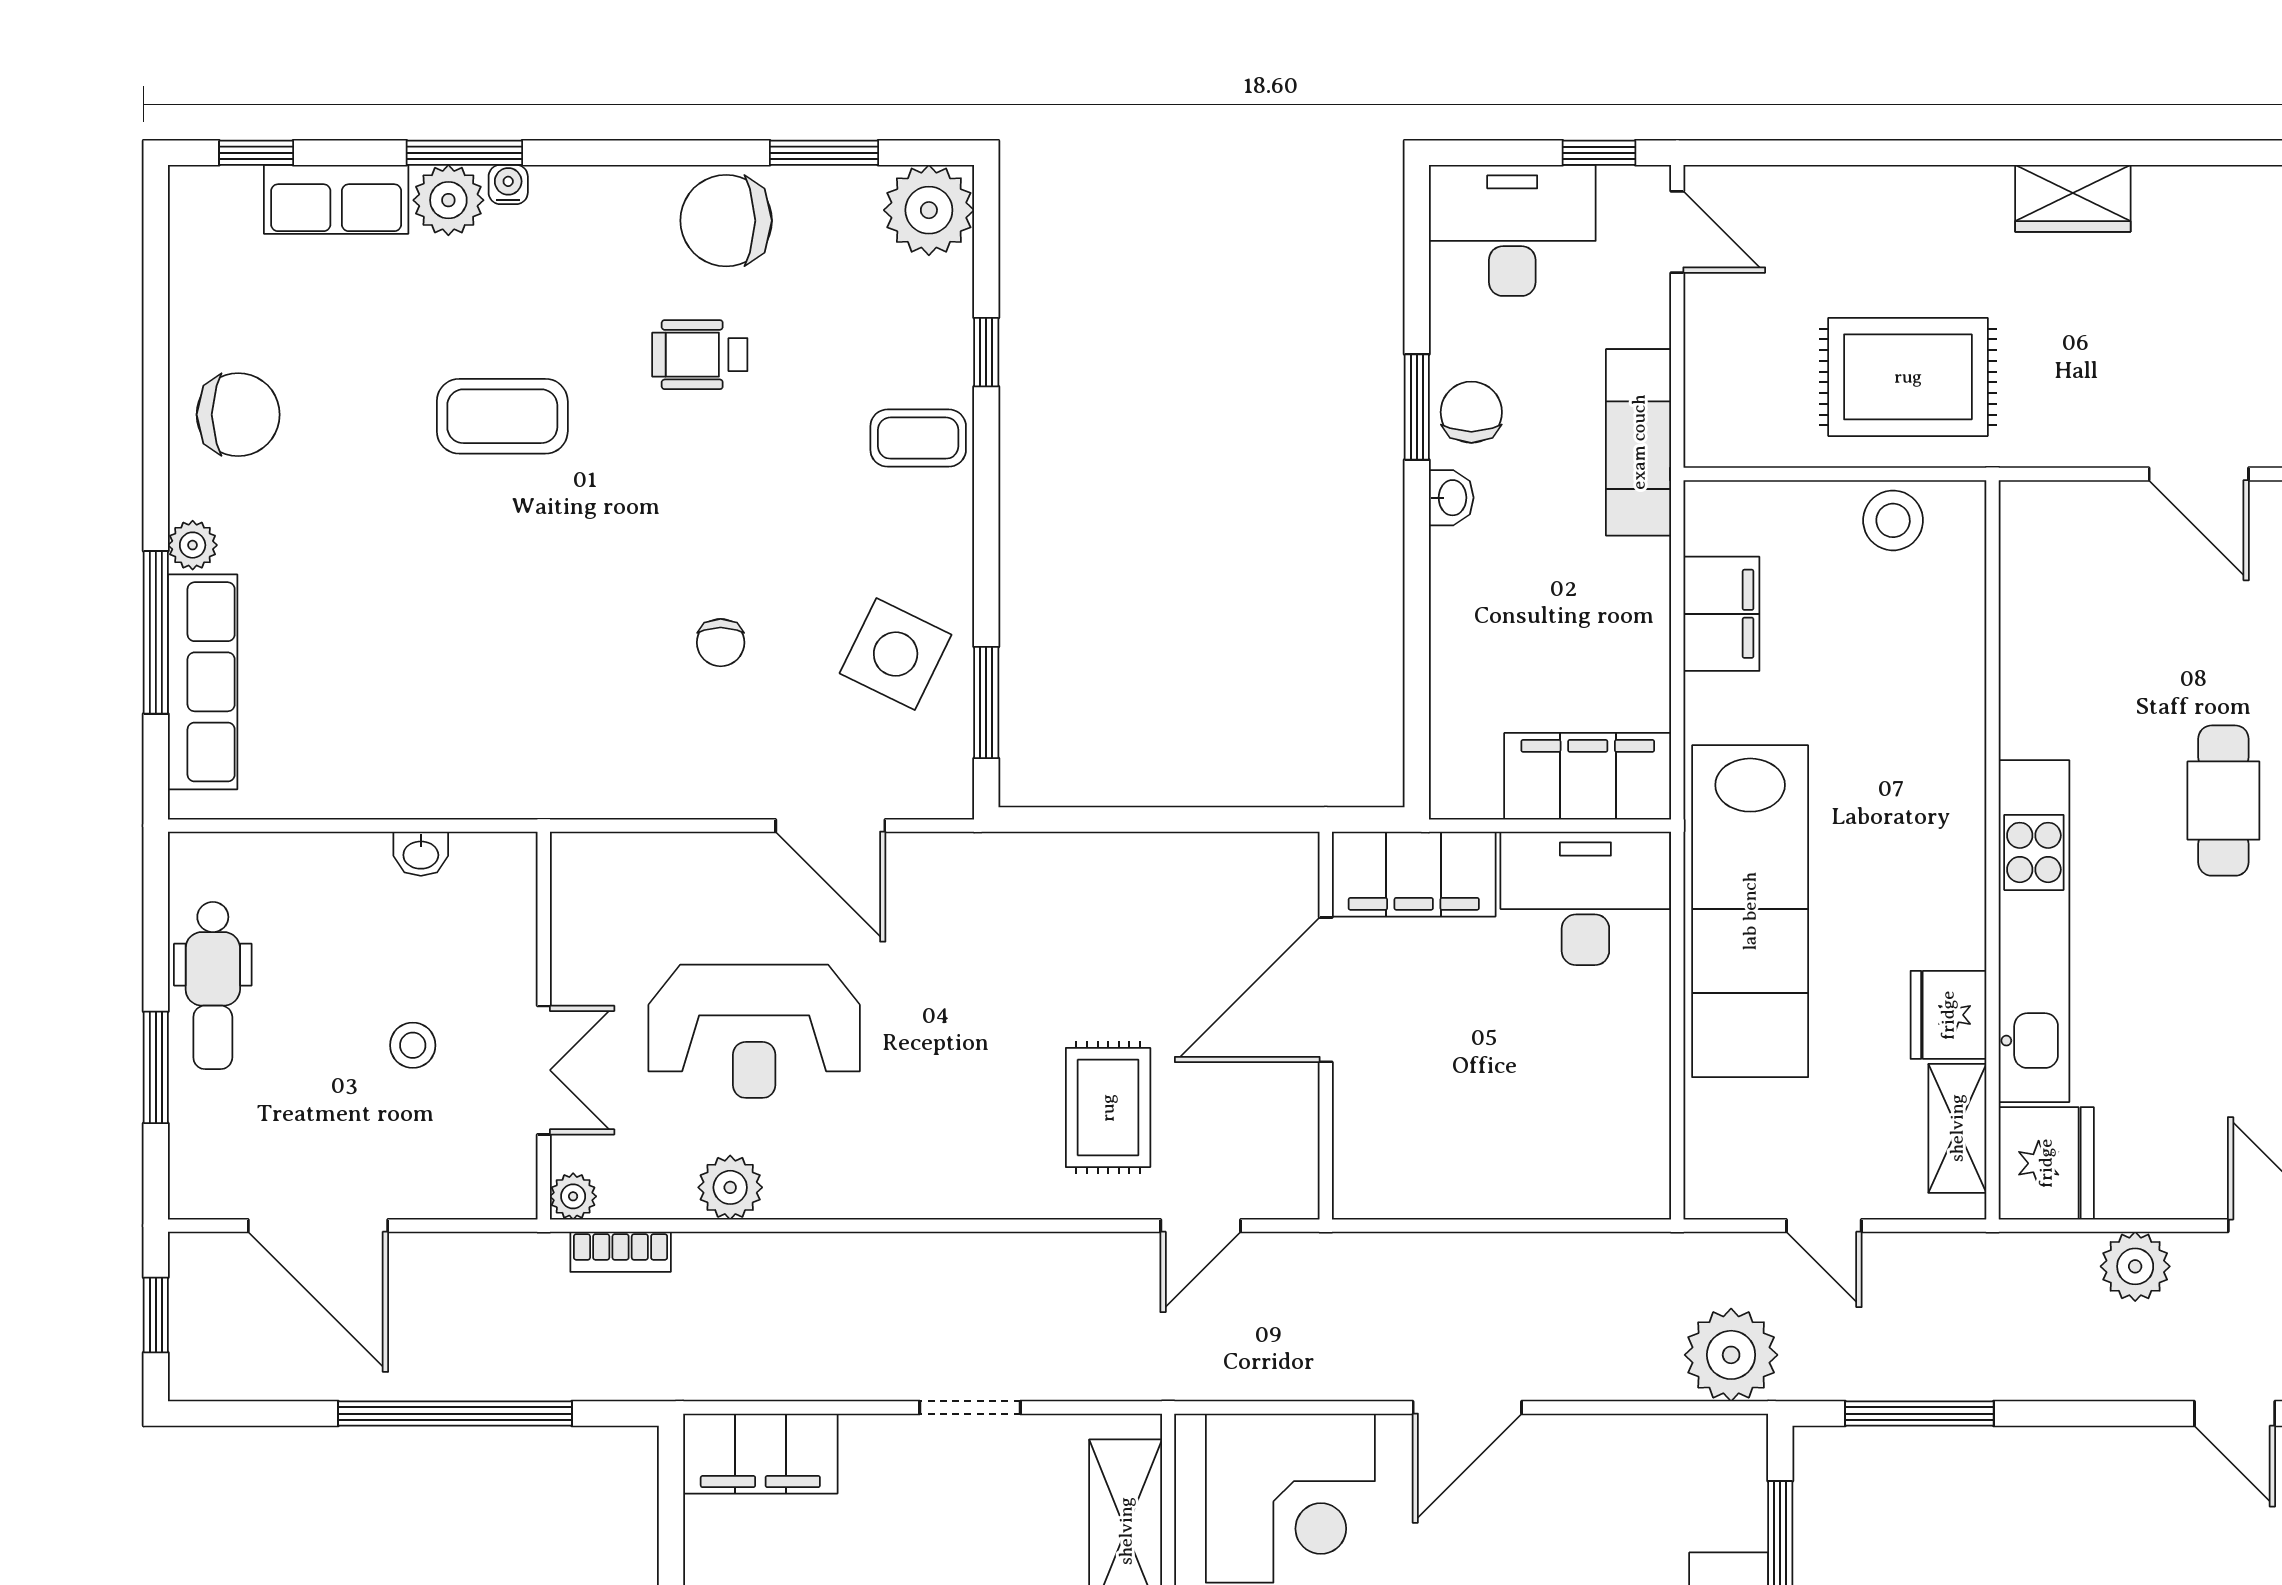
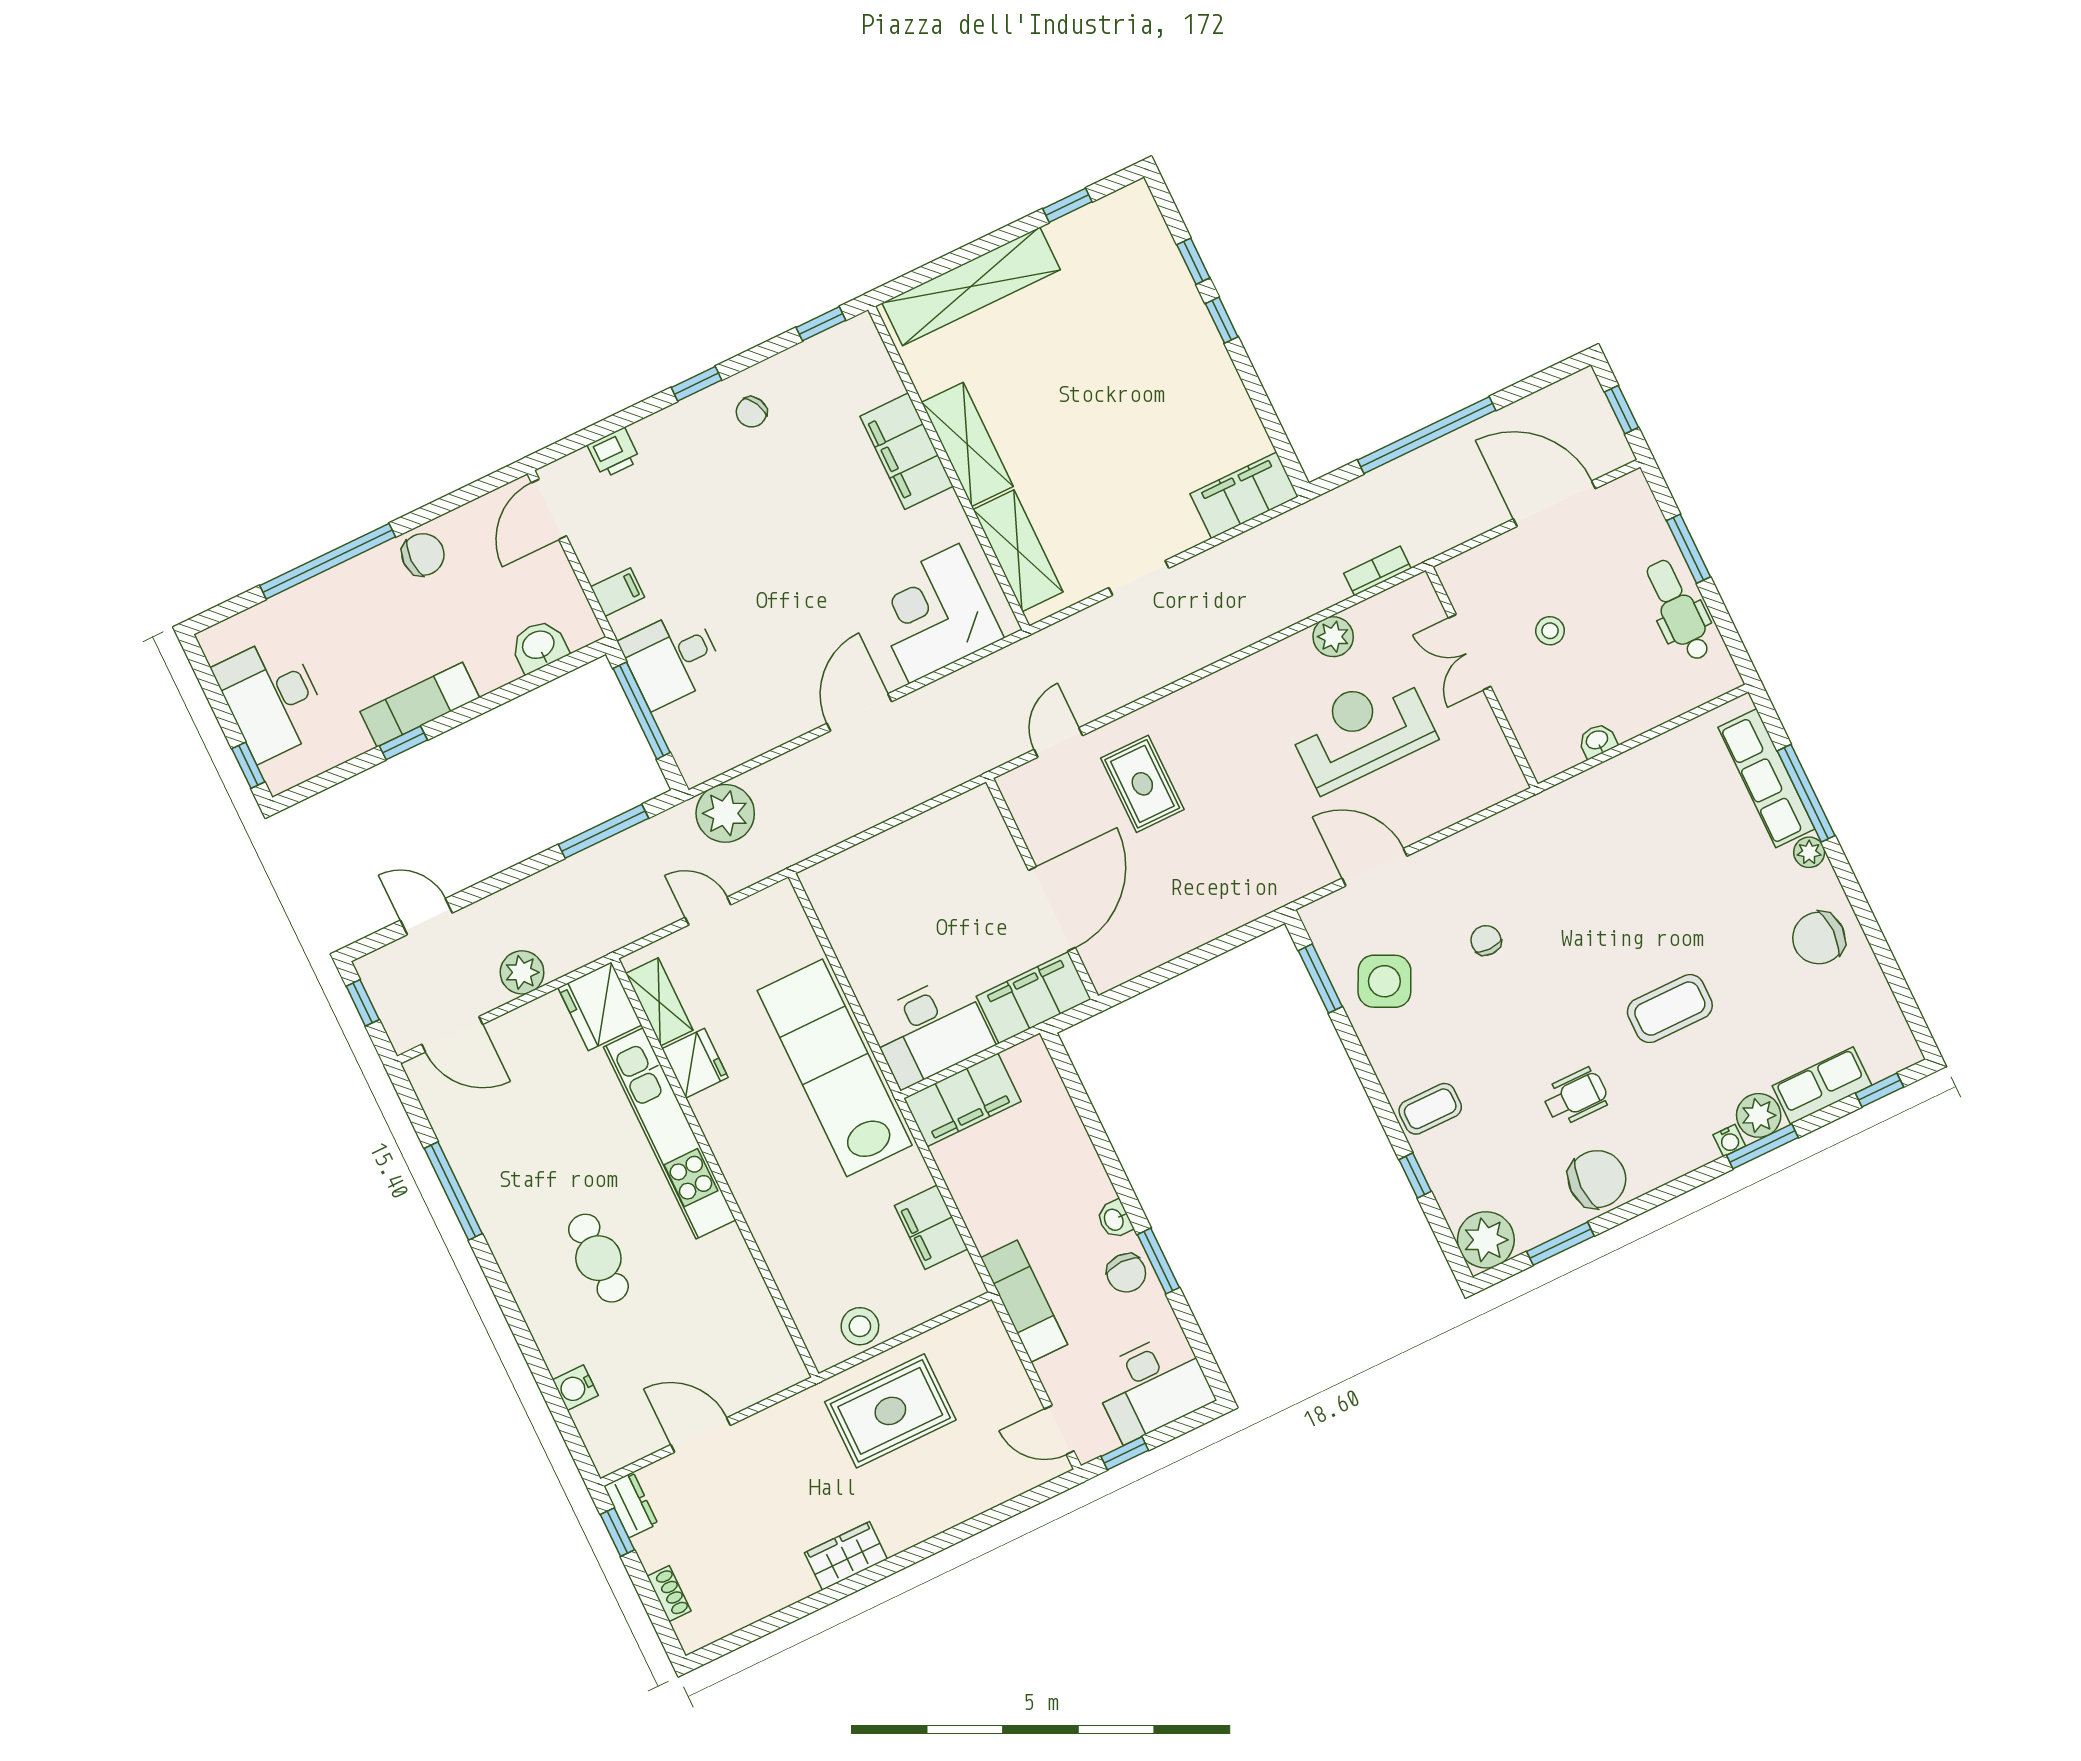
plant: (573, 1196) -> (1419, 589), removed

